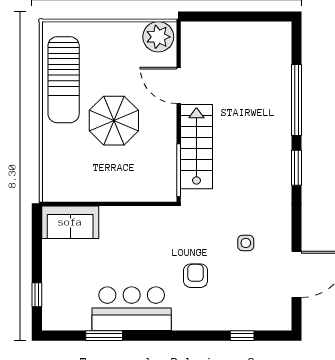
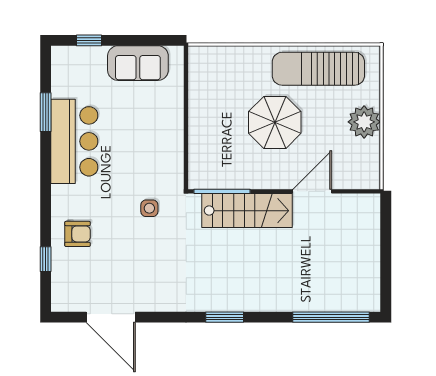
plant: (158, 37) -> (364, 122), moved
window: (296, 100) -> (331, 317), moved
sofa: (70, 222) -> (138, 63), moved, turned -90
side table: (246, 243) -> (149, 208), moved
armchair: (196, 276) -> (78, 234), moved

